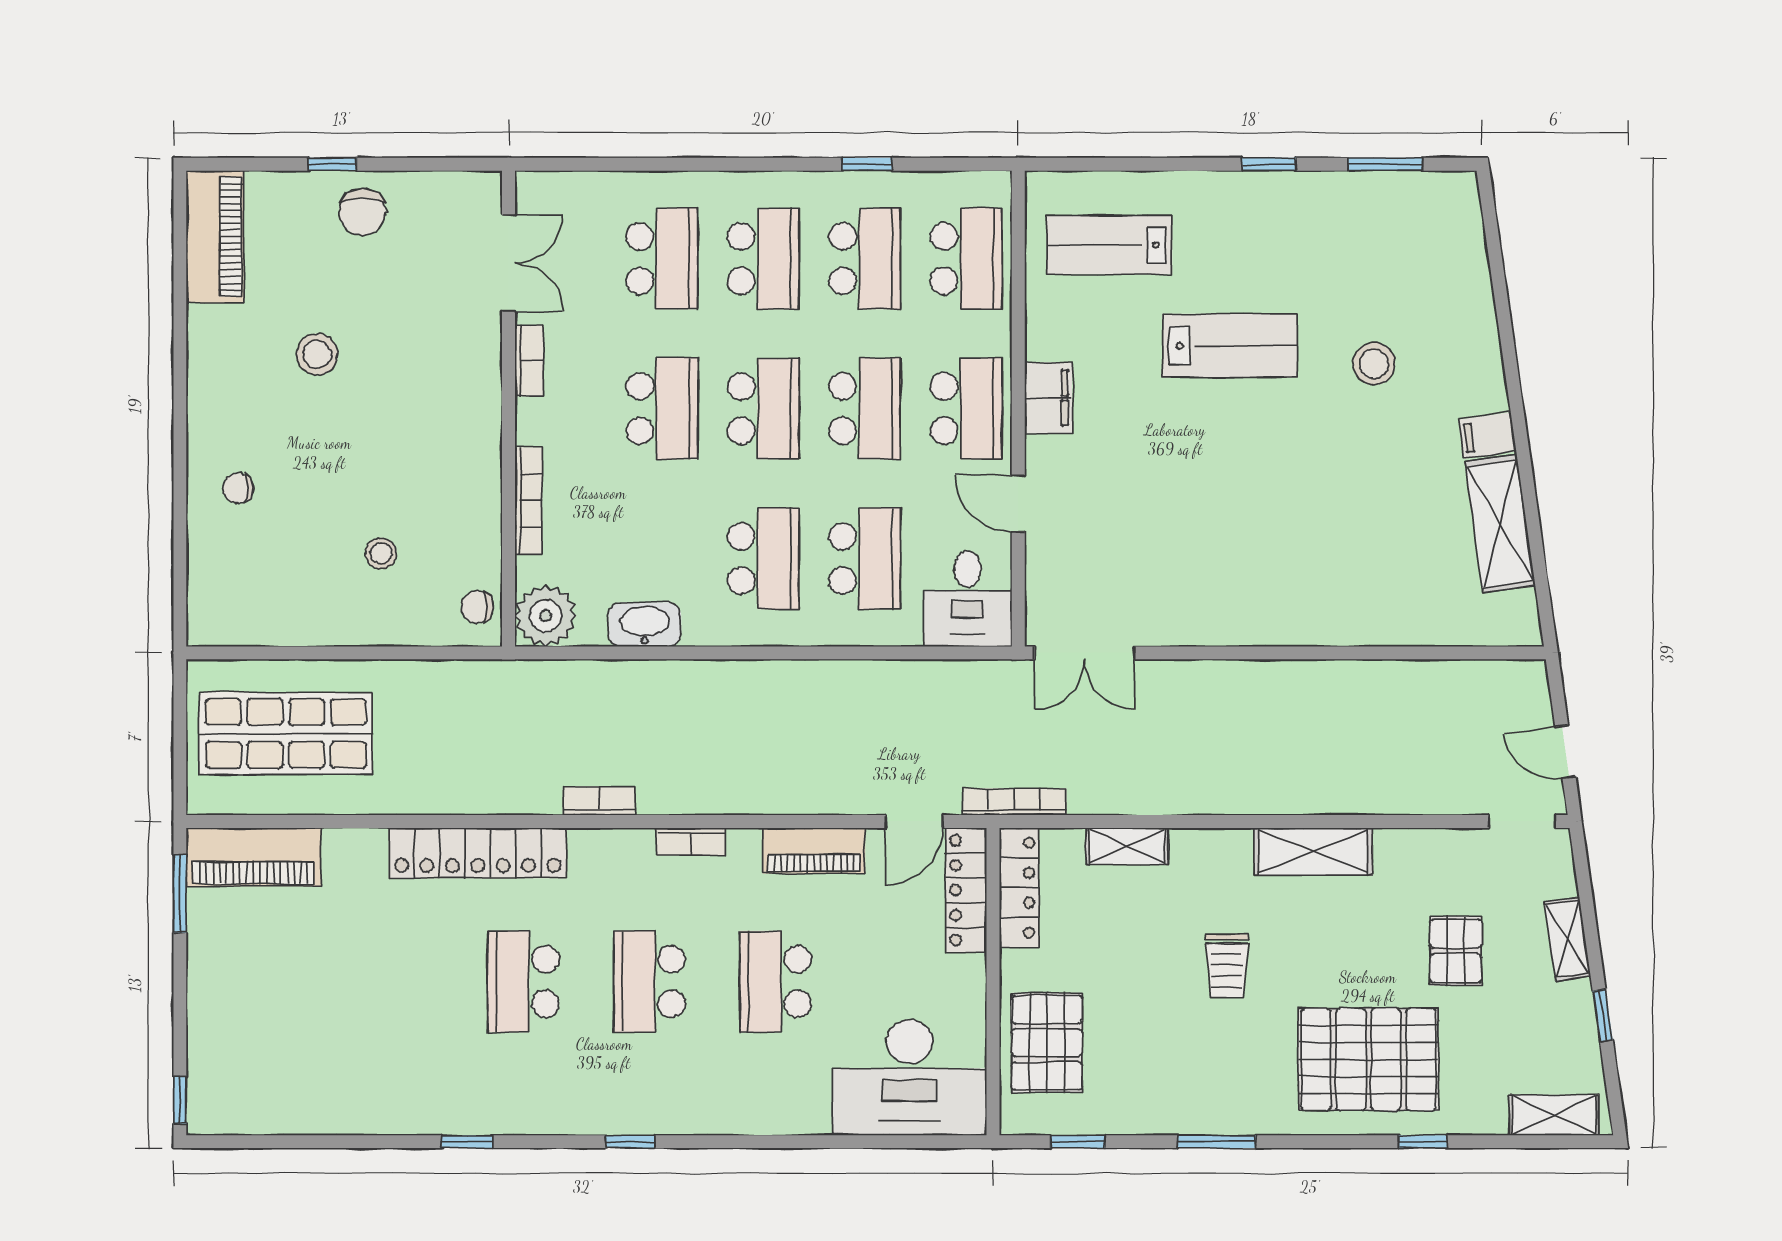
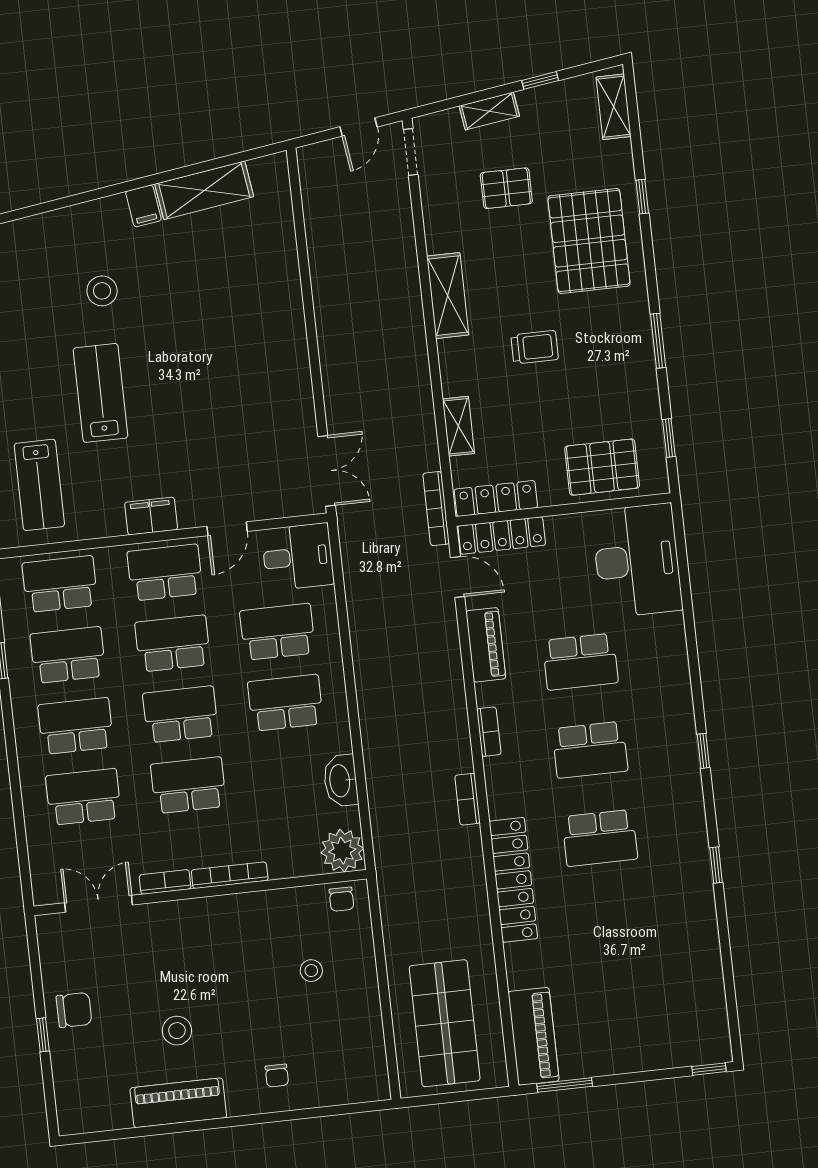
piano: (215, 237) -> (178, 1103), moved
bookcase: (528, 501) -> (230, 875), moved

